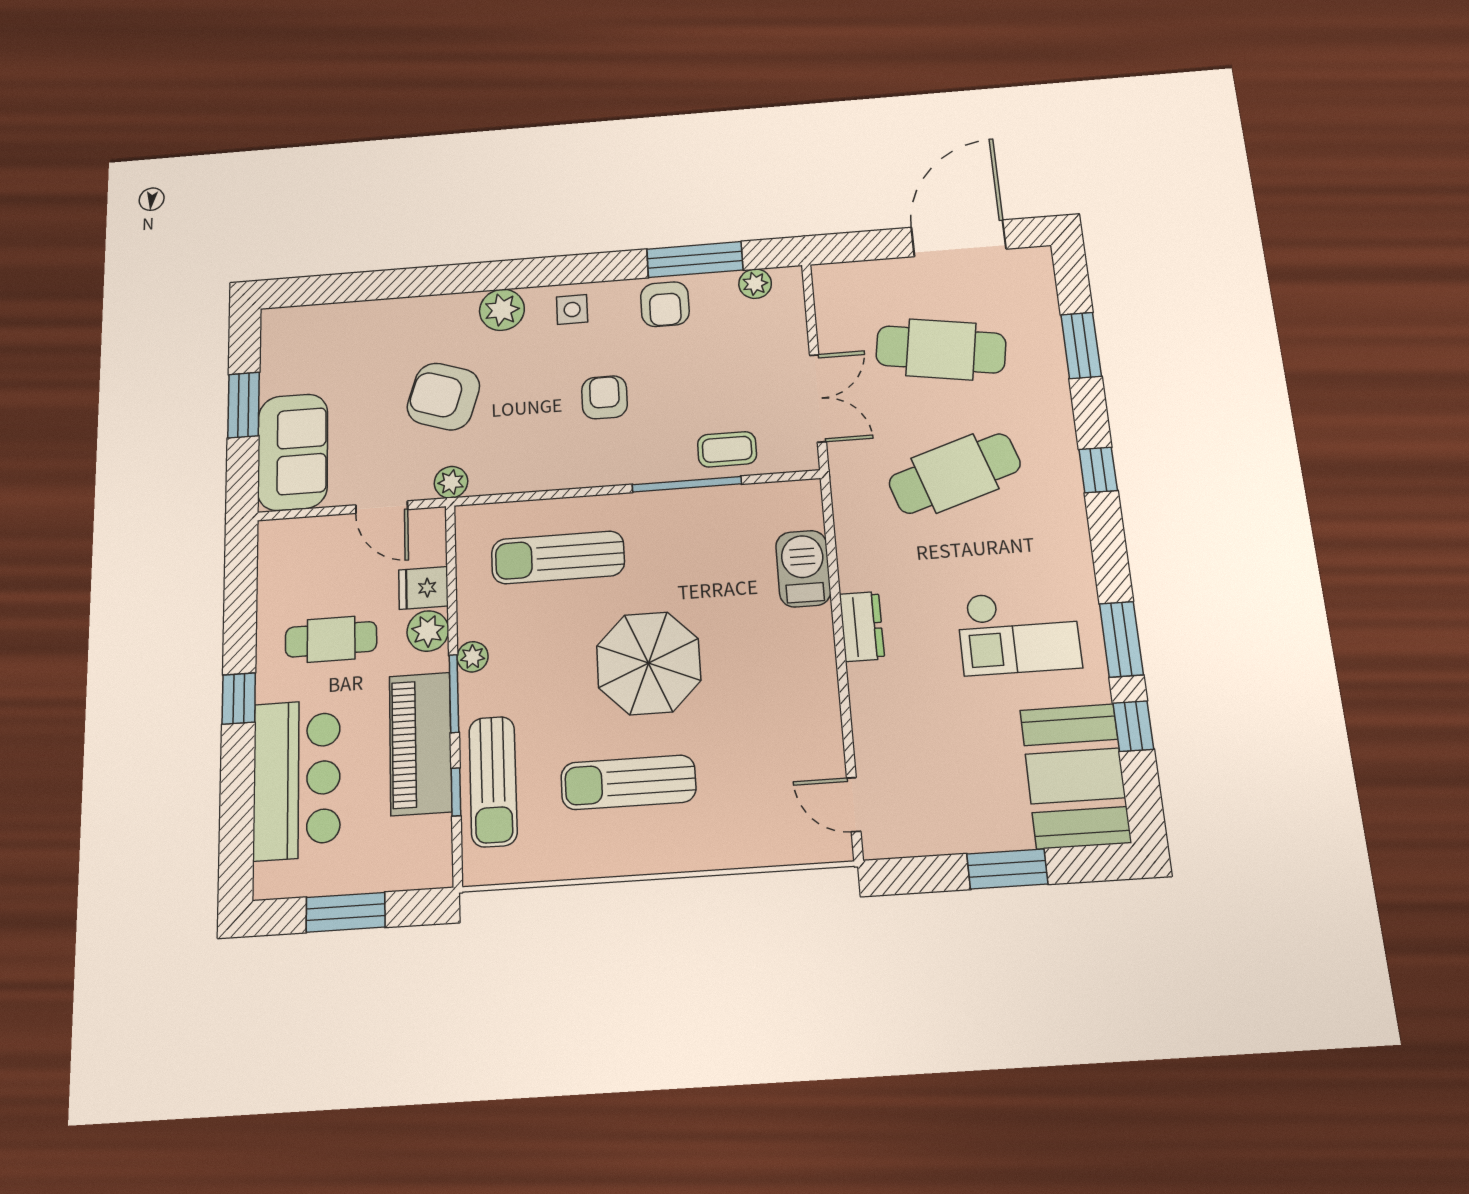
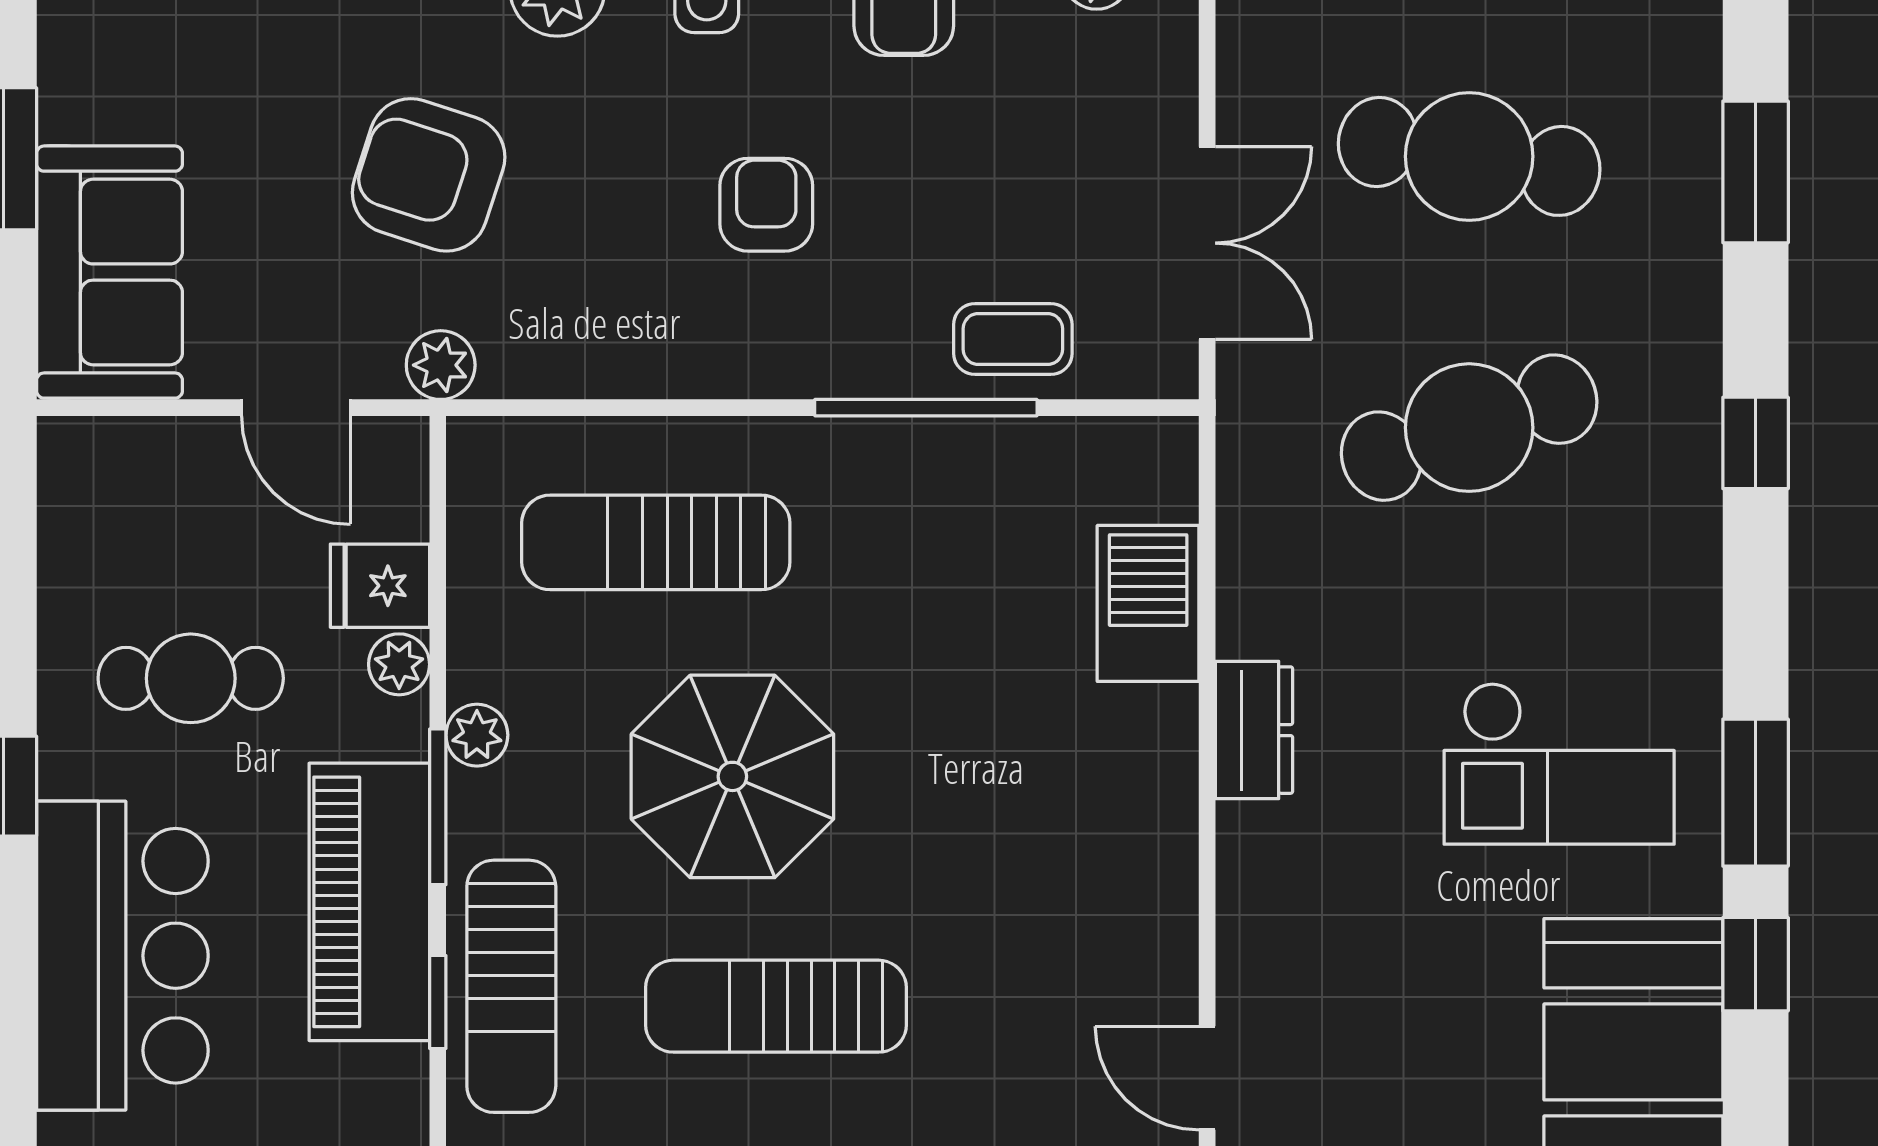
plant: (428, 631) -> (399, 664), width x0.73, depth x0.73
parasol: (649, 663) -> (732, 776), moved

